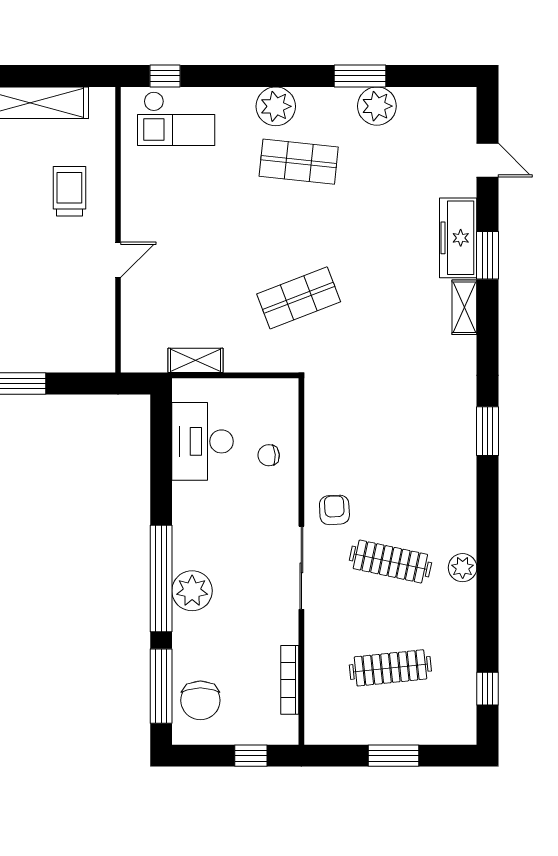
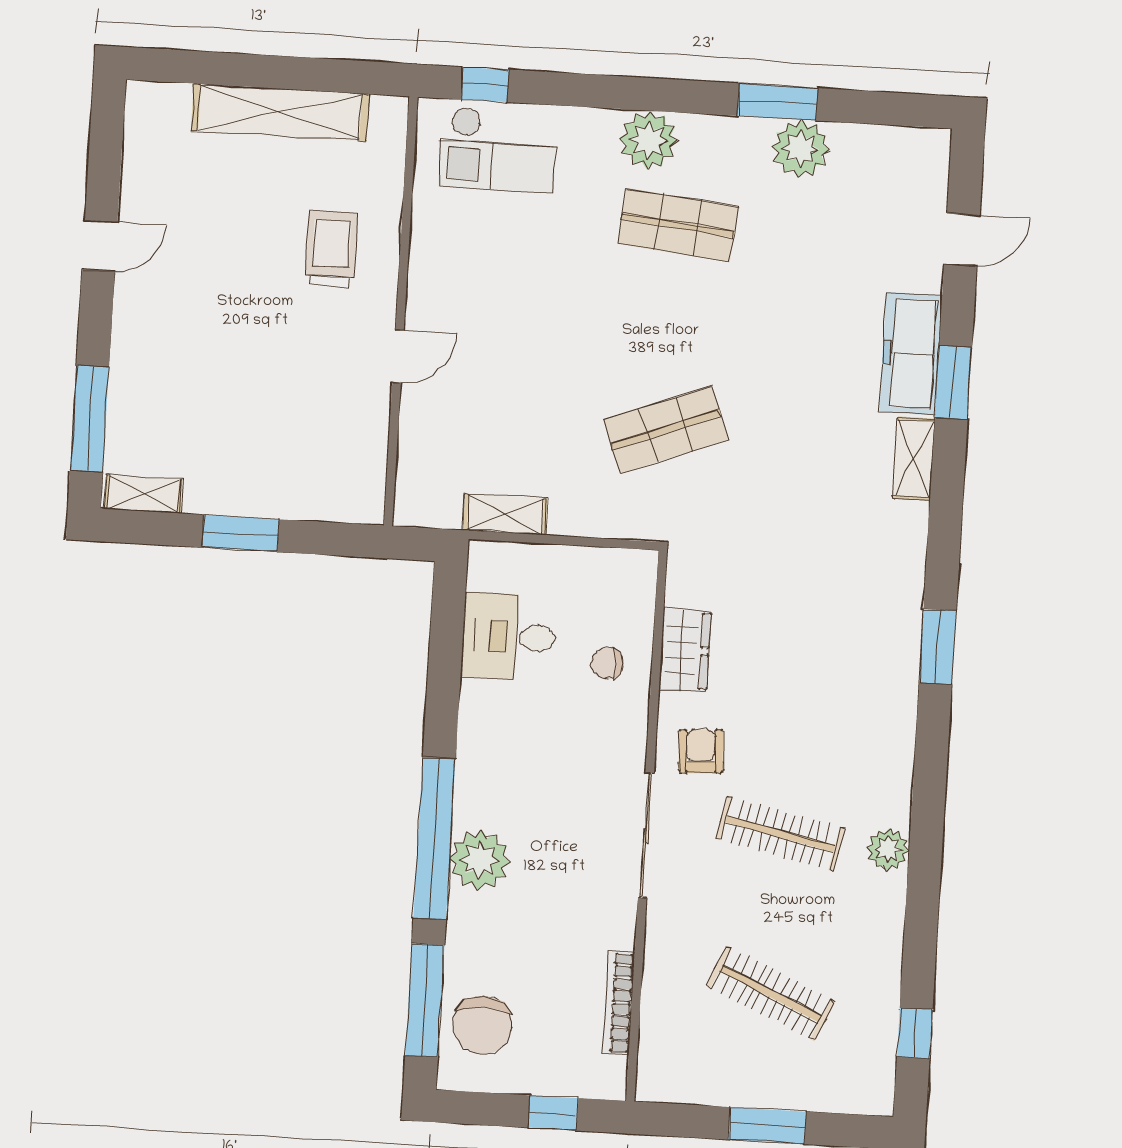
door: (487, 160) -> (962, 240), hinge flipped
desk: (203, 441) -> (509, 637), width x0.73
wardrobe: (320, 444) -> (685, 650), added
clothes rail: (390, 668) -> (771, 994), turned 30

